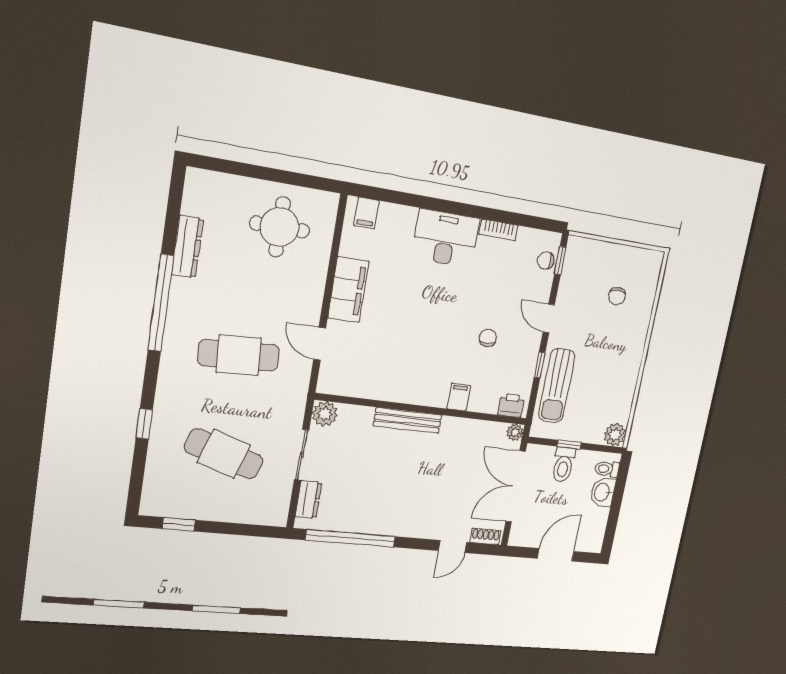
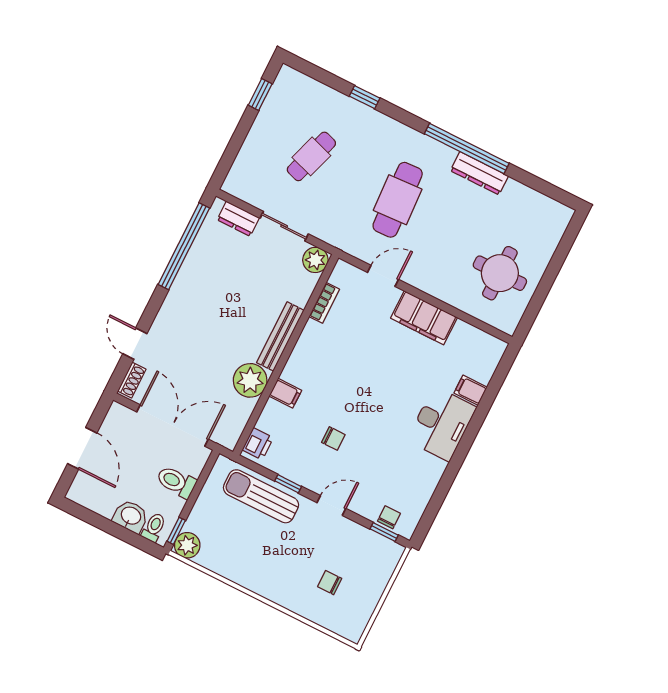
filing cabinet: (366, 213) -> (471, 390), moved
bookcase: (499, 230) -> (324, 303), moved, turned 180
dresser: (187, 247) -> (479, 173), moved
plant: (515, 432) -> (250, 380), moved, width x1.88, depth x1.88
window: (569, 445) -> (176, 531), moved
cafe table: (224, 454) -> (311, 156), width x0.73, depth x0.74

